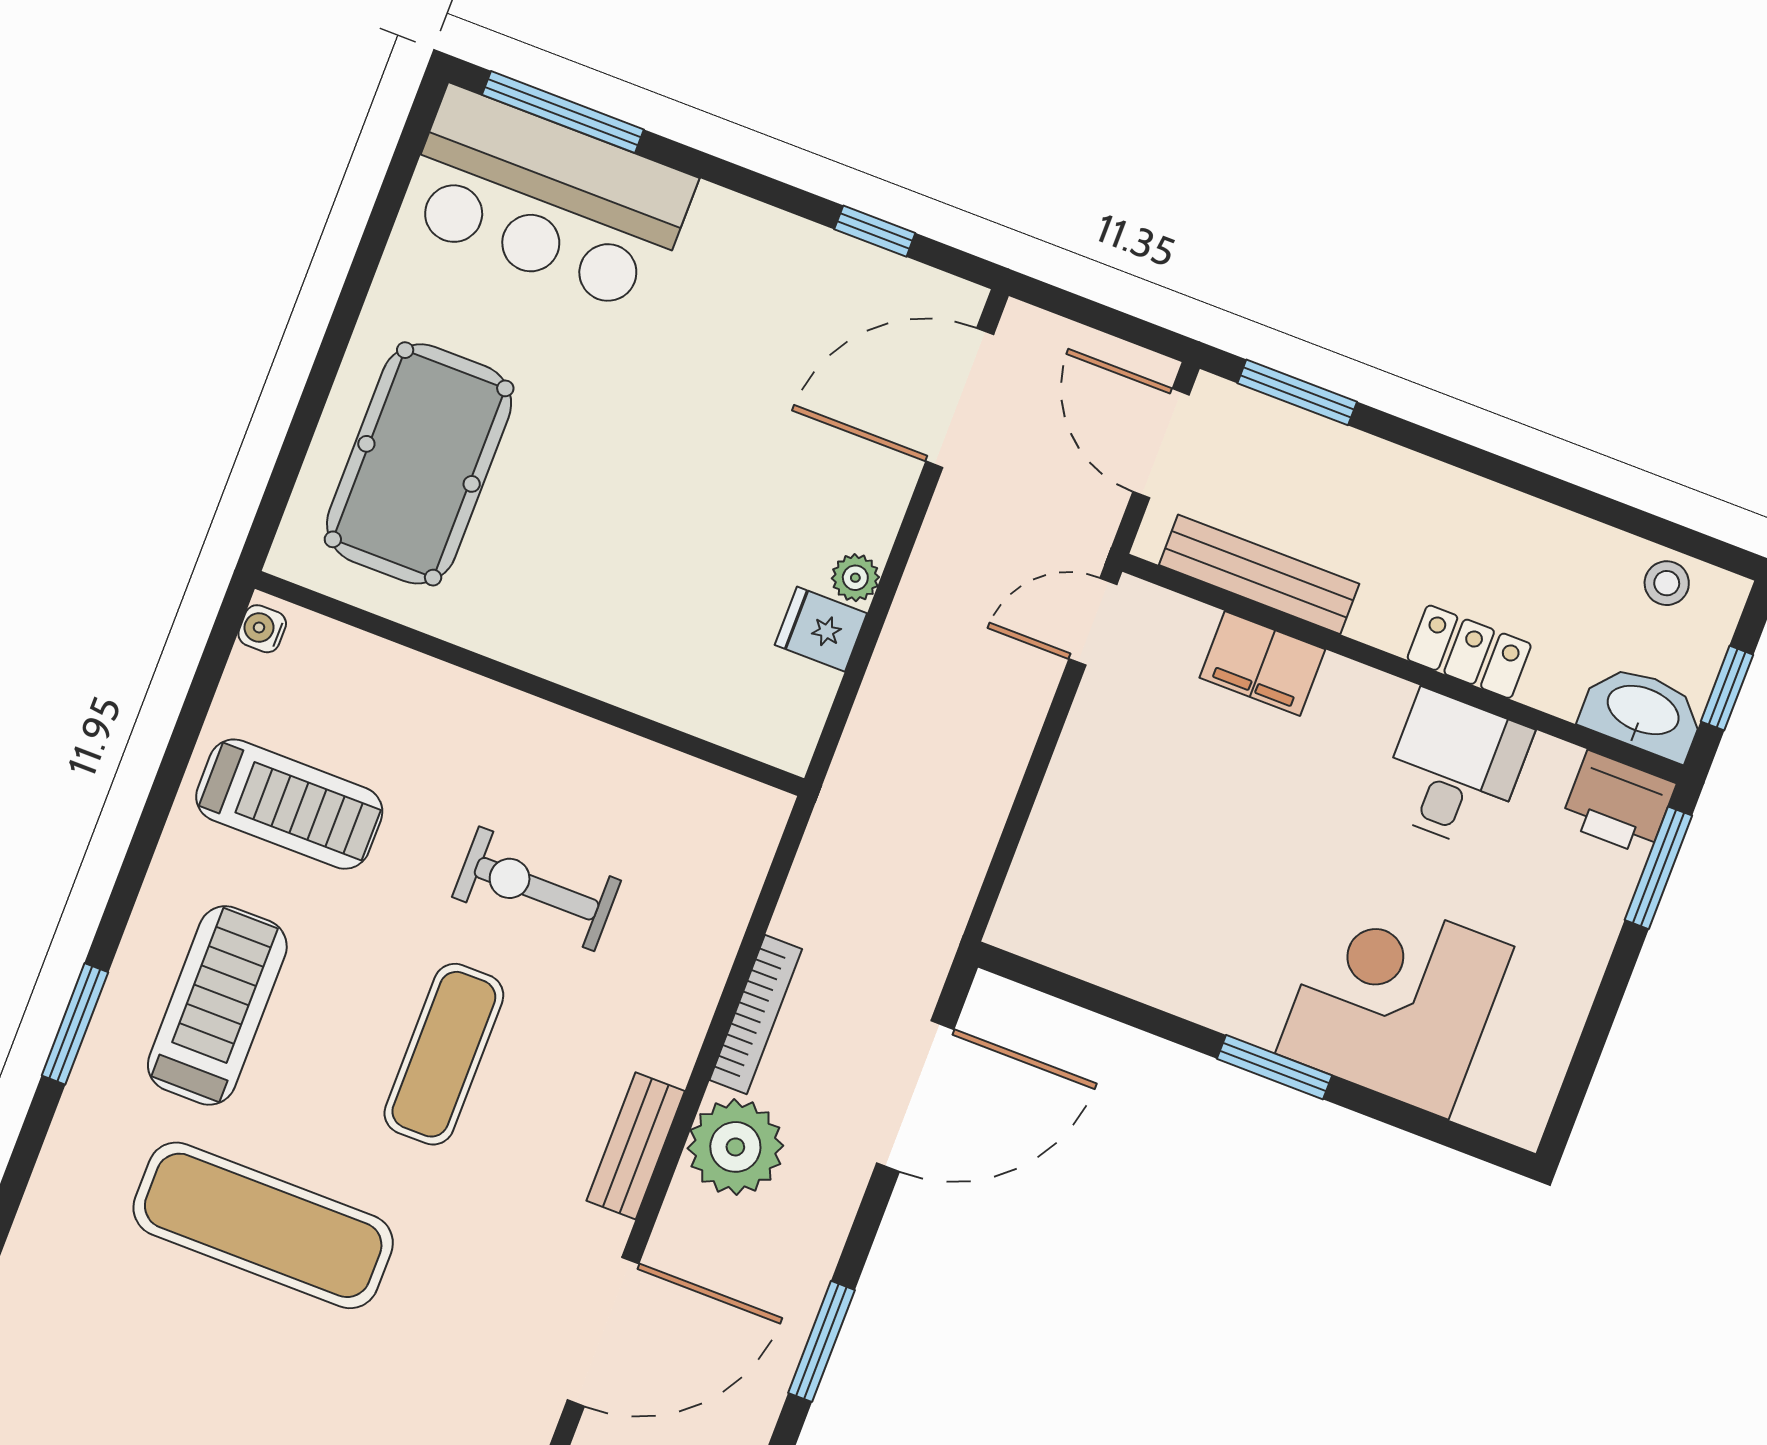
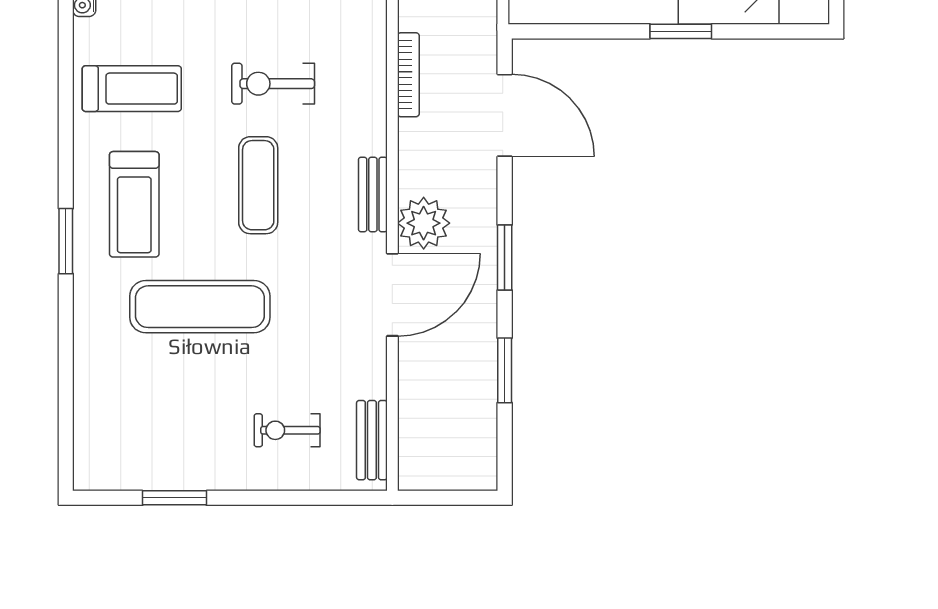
treadmill: (217, 1005) -> (134, 204), turned 180
bookcase: (756, 1014) -> (408, 75), moved
door: (915, 1096) -> (505, 115), hinge flipped
plant: (735, 1147) -> (424, 223), moved

